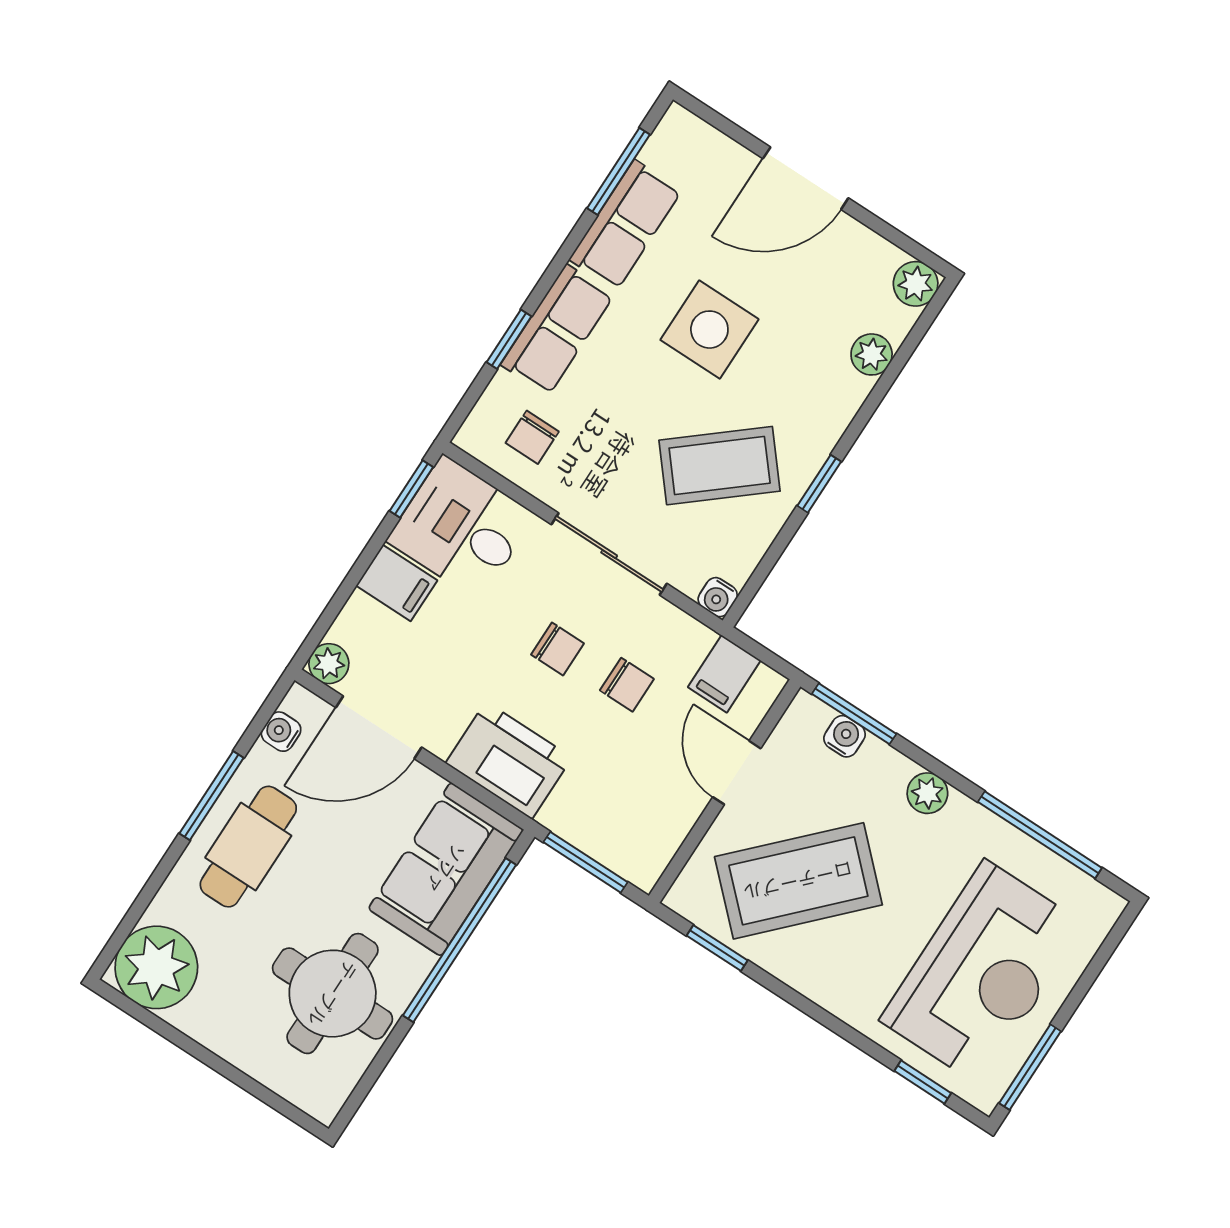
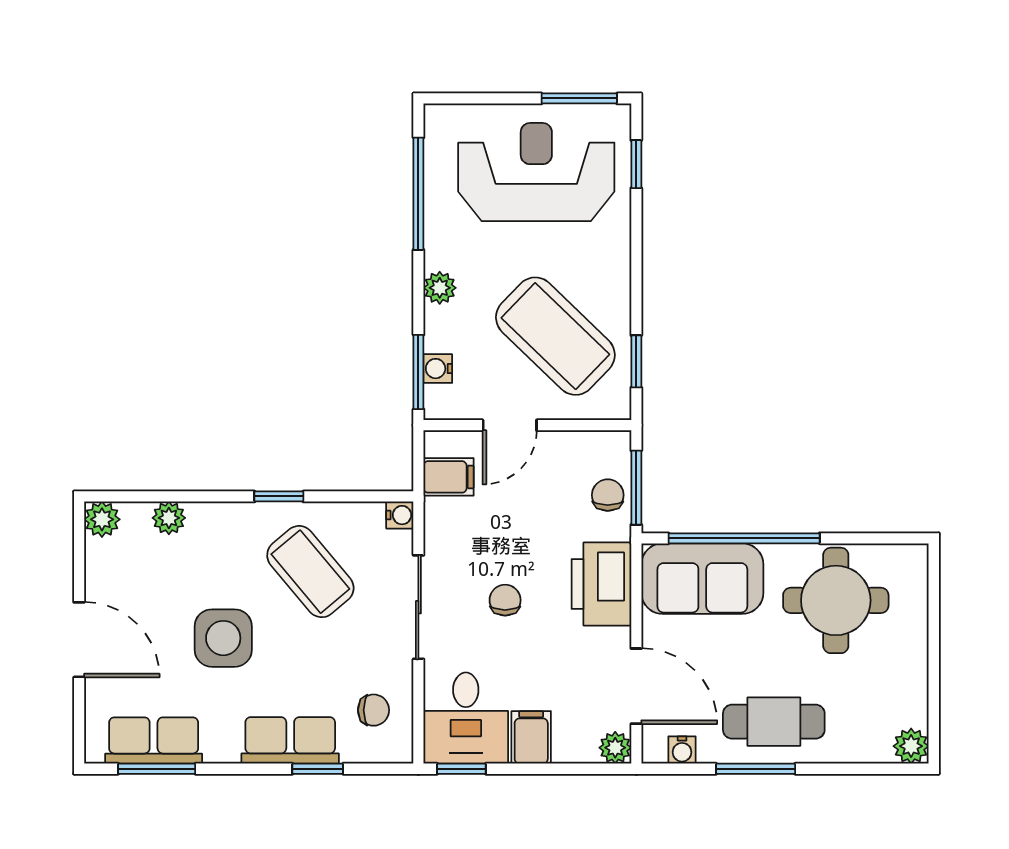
row of seats: (625, 225) -> (154, 741), moved
chair: (627, 685) -> (608, 495), moved
plant: (156, 967) -> (911, 746), width x0.53, depth x0.53

